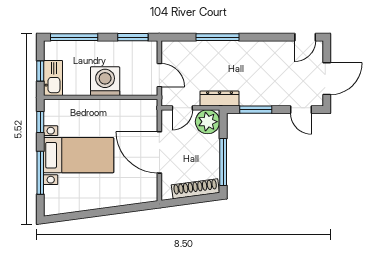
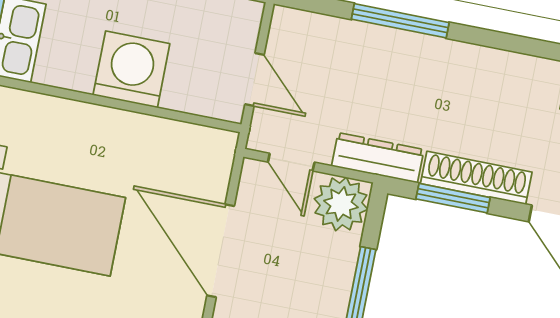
shoe rack: (264, 99) -> (476, 178), added
door: (182, 108) -> (291, 162), hinge flipped

